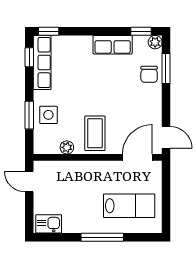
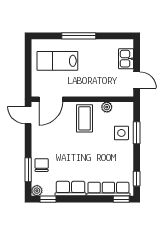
row of seats: (42, 62) -> (108, 189), moved, turned 90
kitchen sink: (49, 224) -> (126, 59), moved, turned 90

